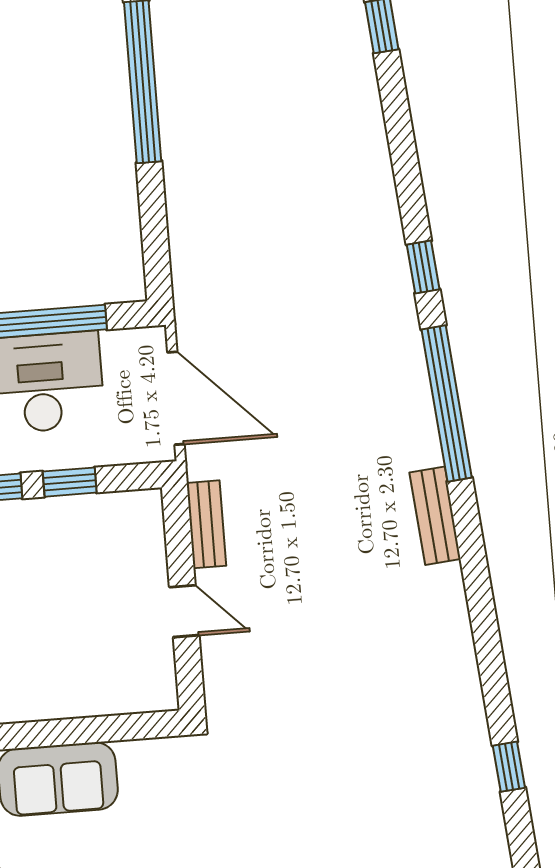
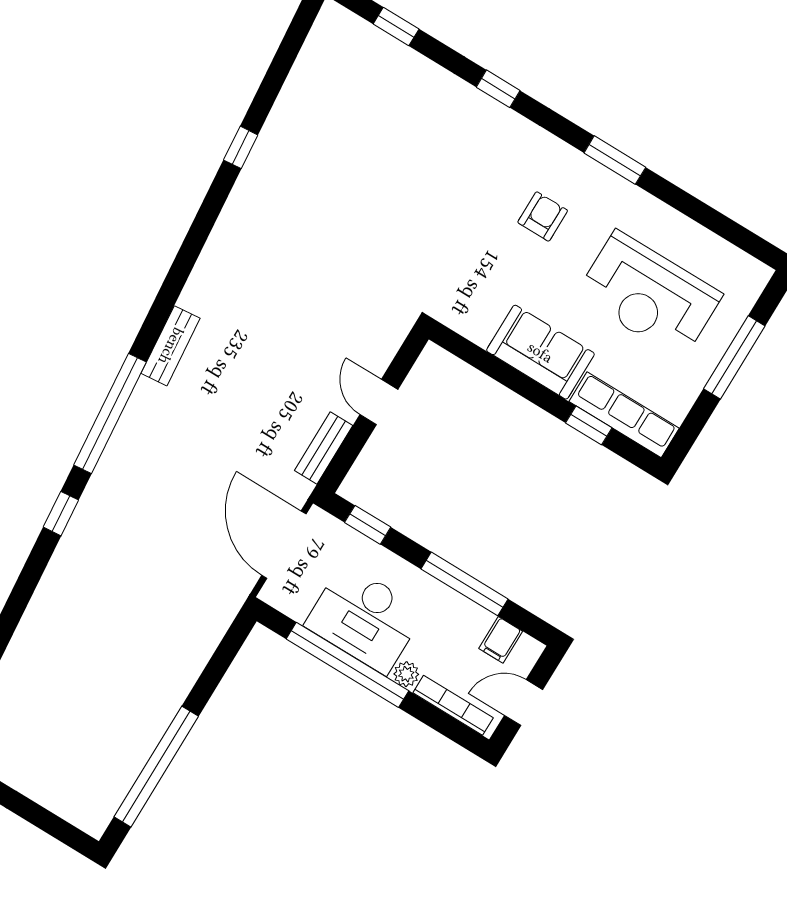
window: (70, 482) -> (368, 525), moved

